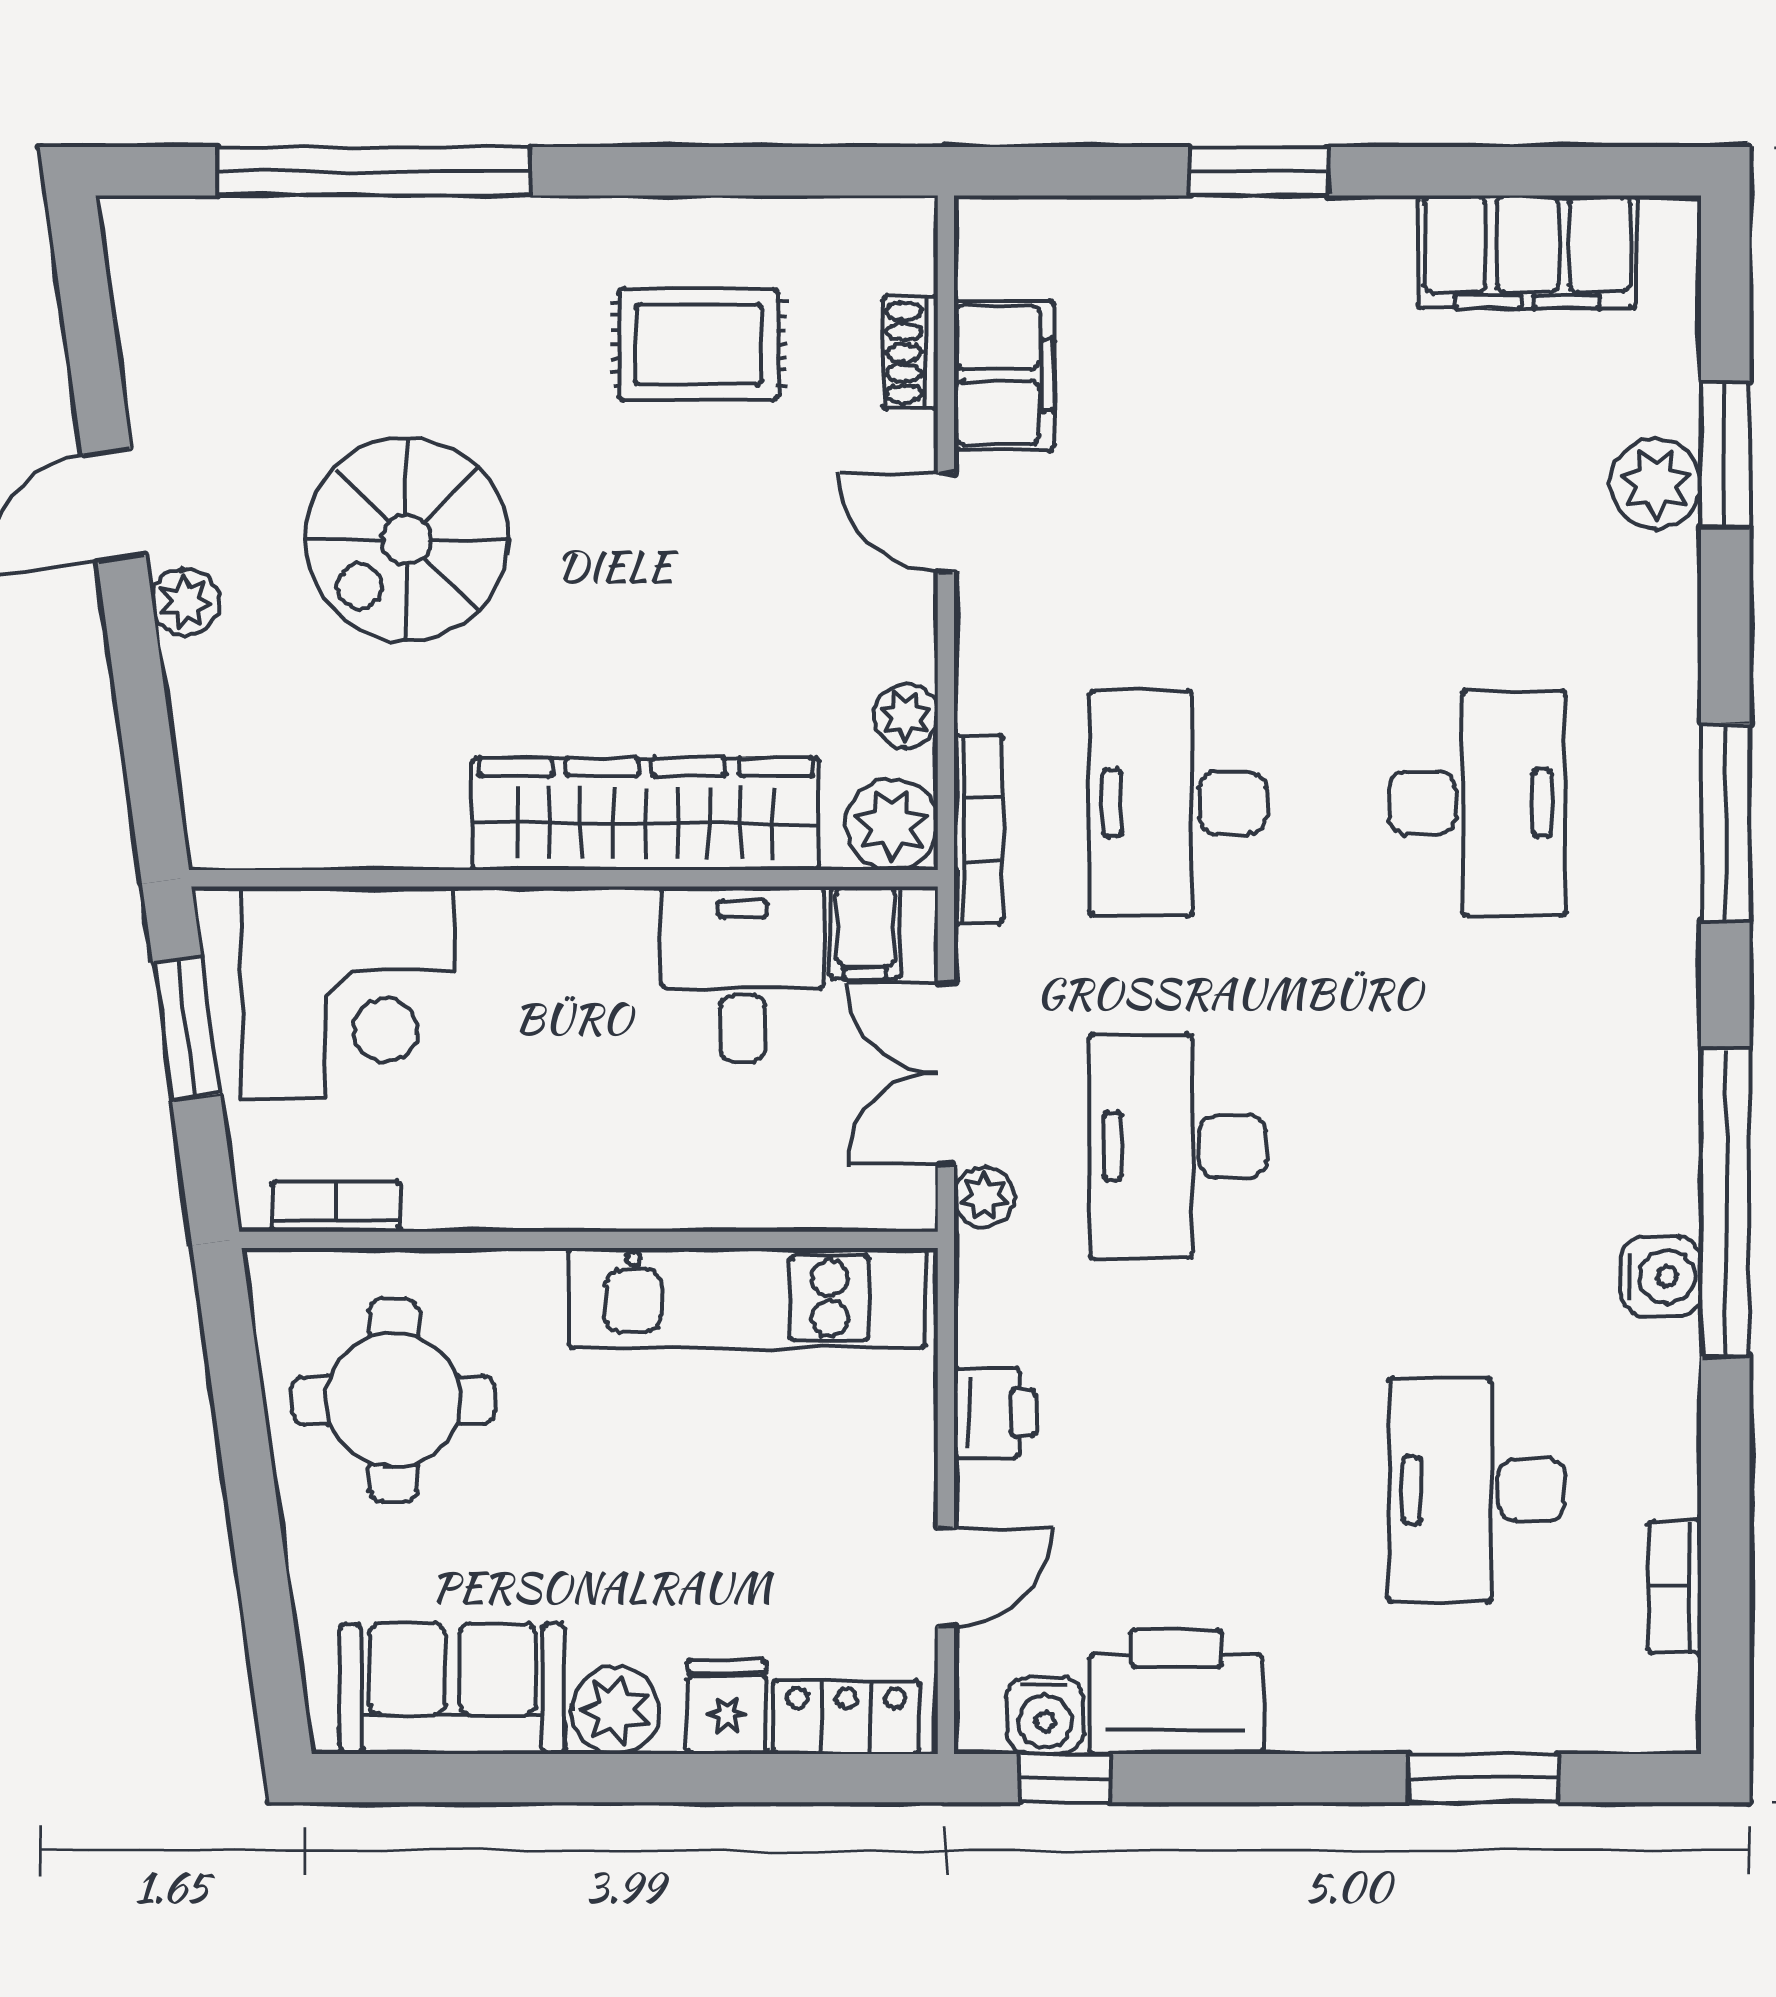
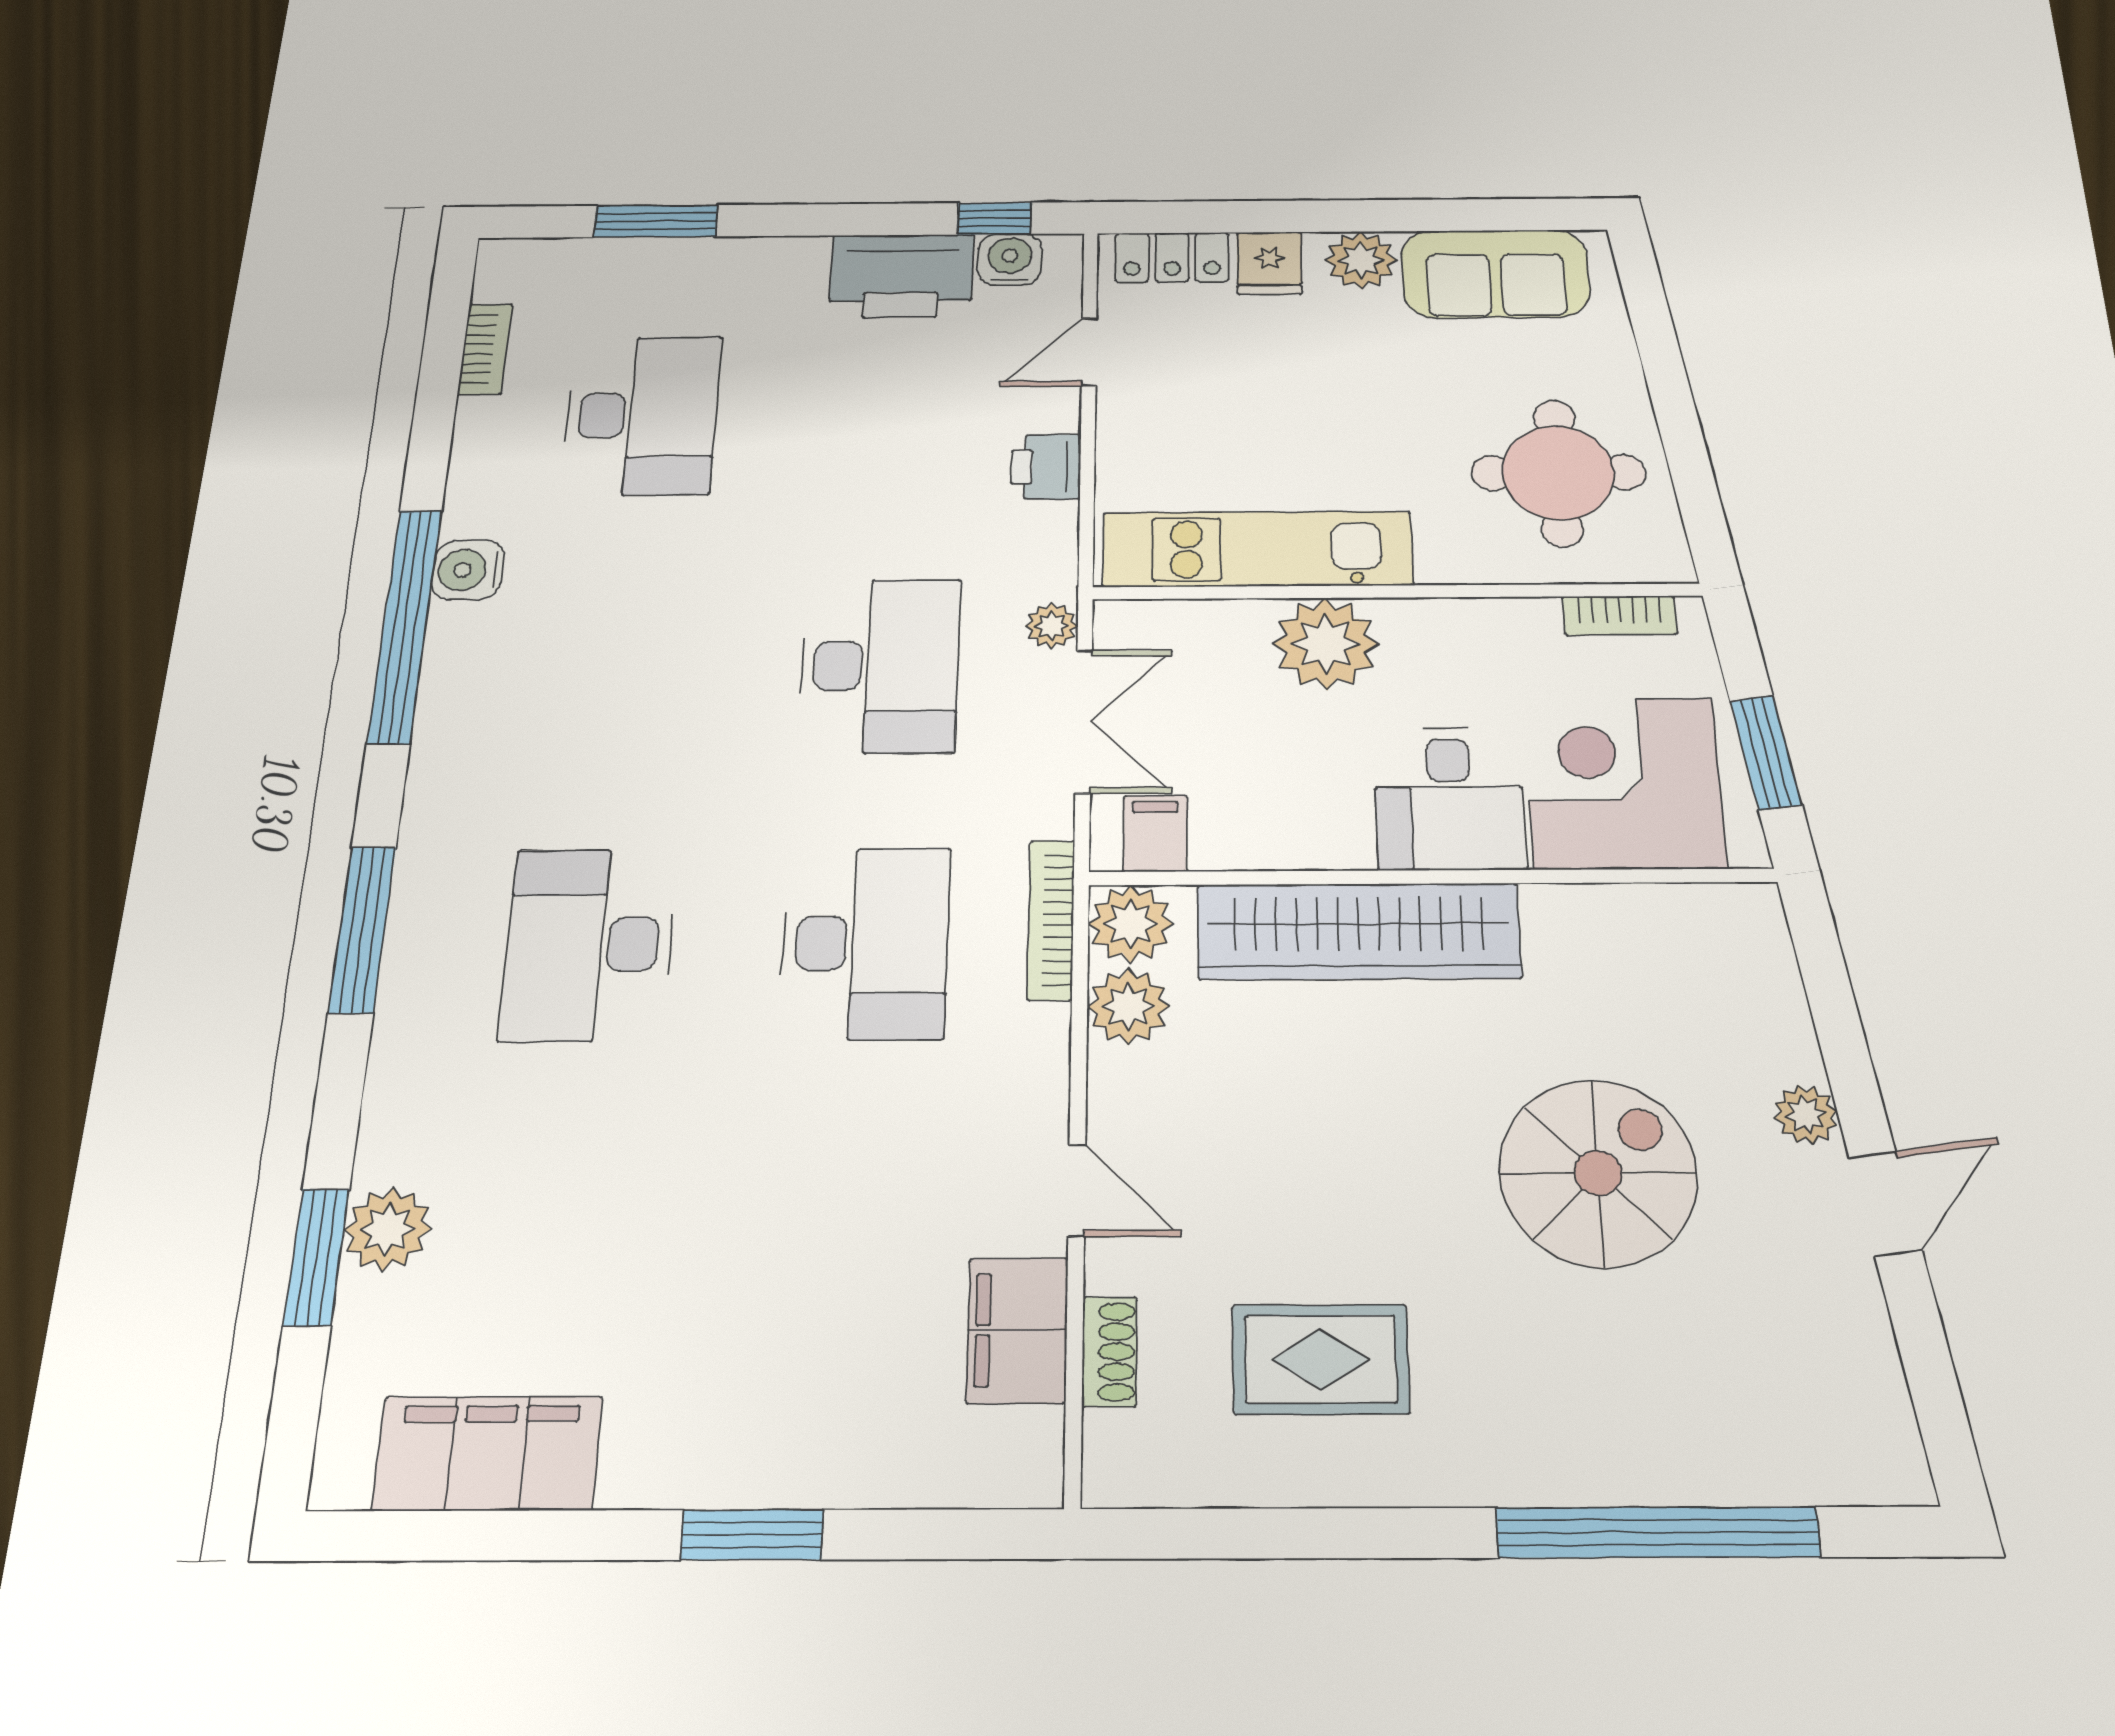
plant: (906, 716) -> (1128, 1006), width x1.38, depth x1.38
desk: (743, 974) -> (1449, 798), moved
plant: (672, 1171) -> (1326, 644), added

